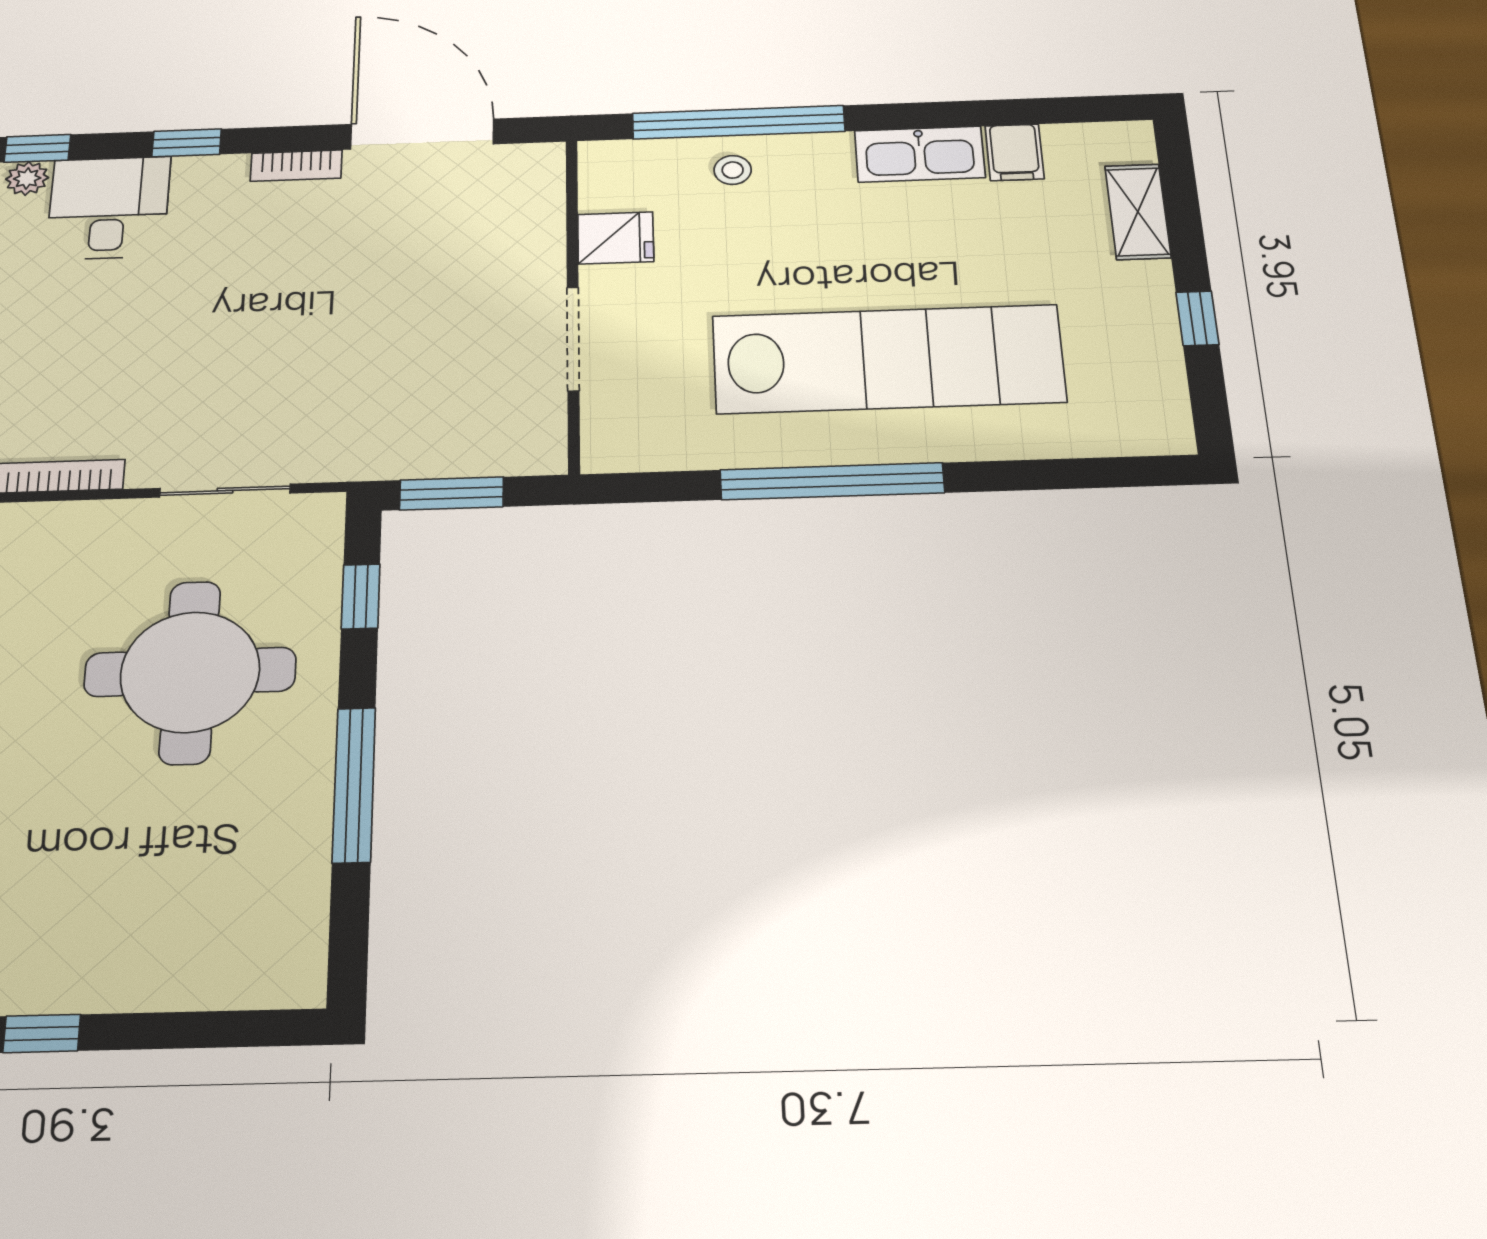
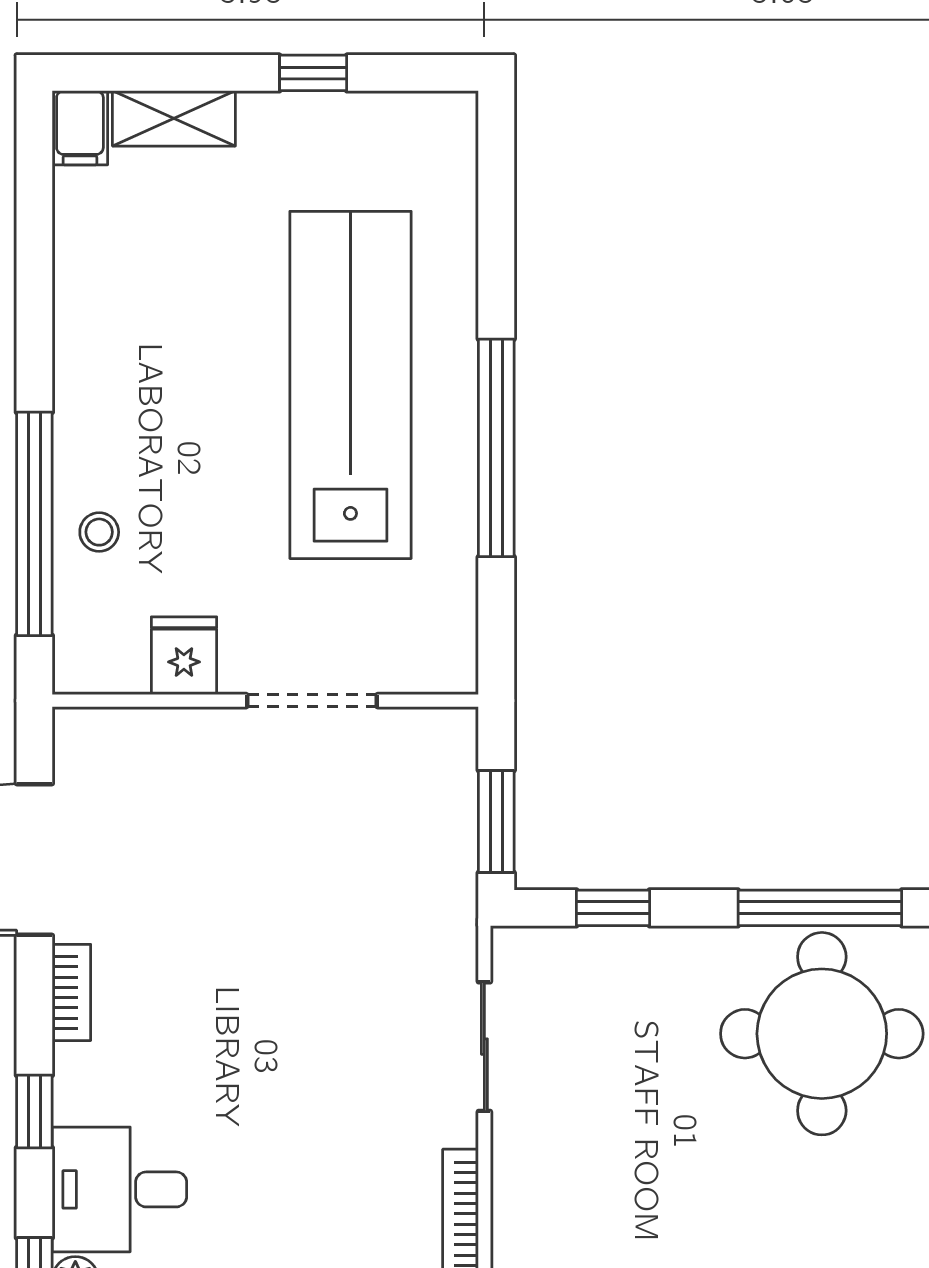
filing cabinet: (1015, 152) -> (80, 128), moved, turned 90
kitchen sink: (920, 154) -> (87, 336), removed
round table: (190, 672) -> (822, 1034), moved

